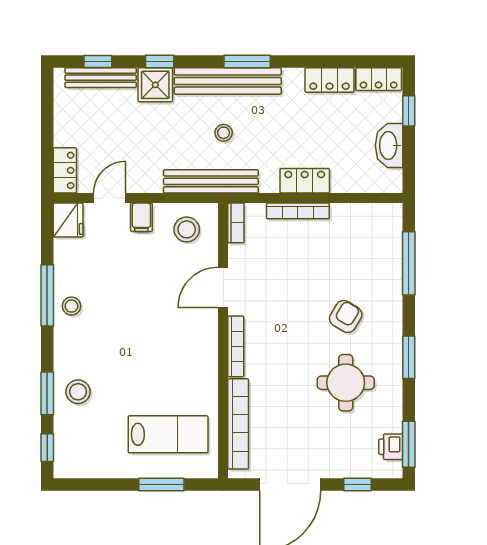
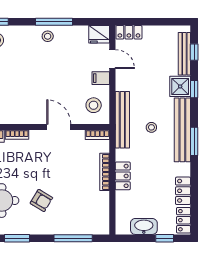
bookcase: (236, 346) -> (17, 135), width x0.64

